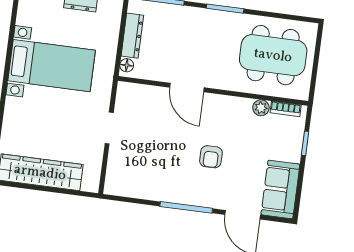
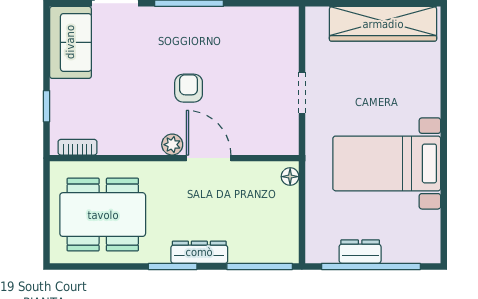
dresser: (132, 36) -> (199, 252), moved, turned 90
plant: (261, 108) -> (172, 145), moved
armchair: (211, 157) -> (189, 88), moved

